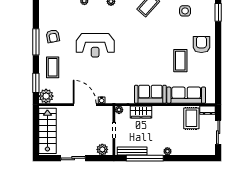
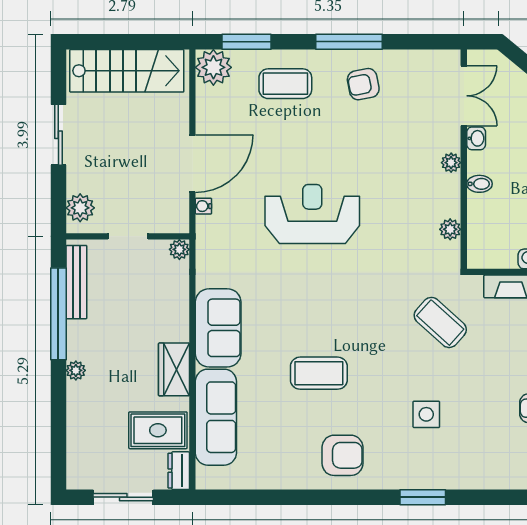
reception desk: (95, 45) -> (312, 214), moved, turned 90
coffee table: (180, 61) -> (319, 373), moved
wardrobe: (141, 112) -> (174, 369), moved

